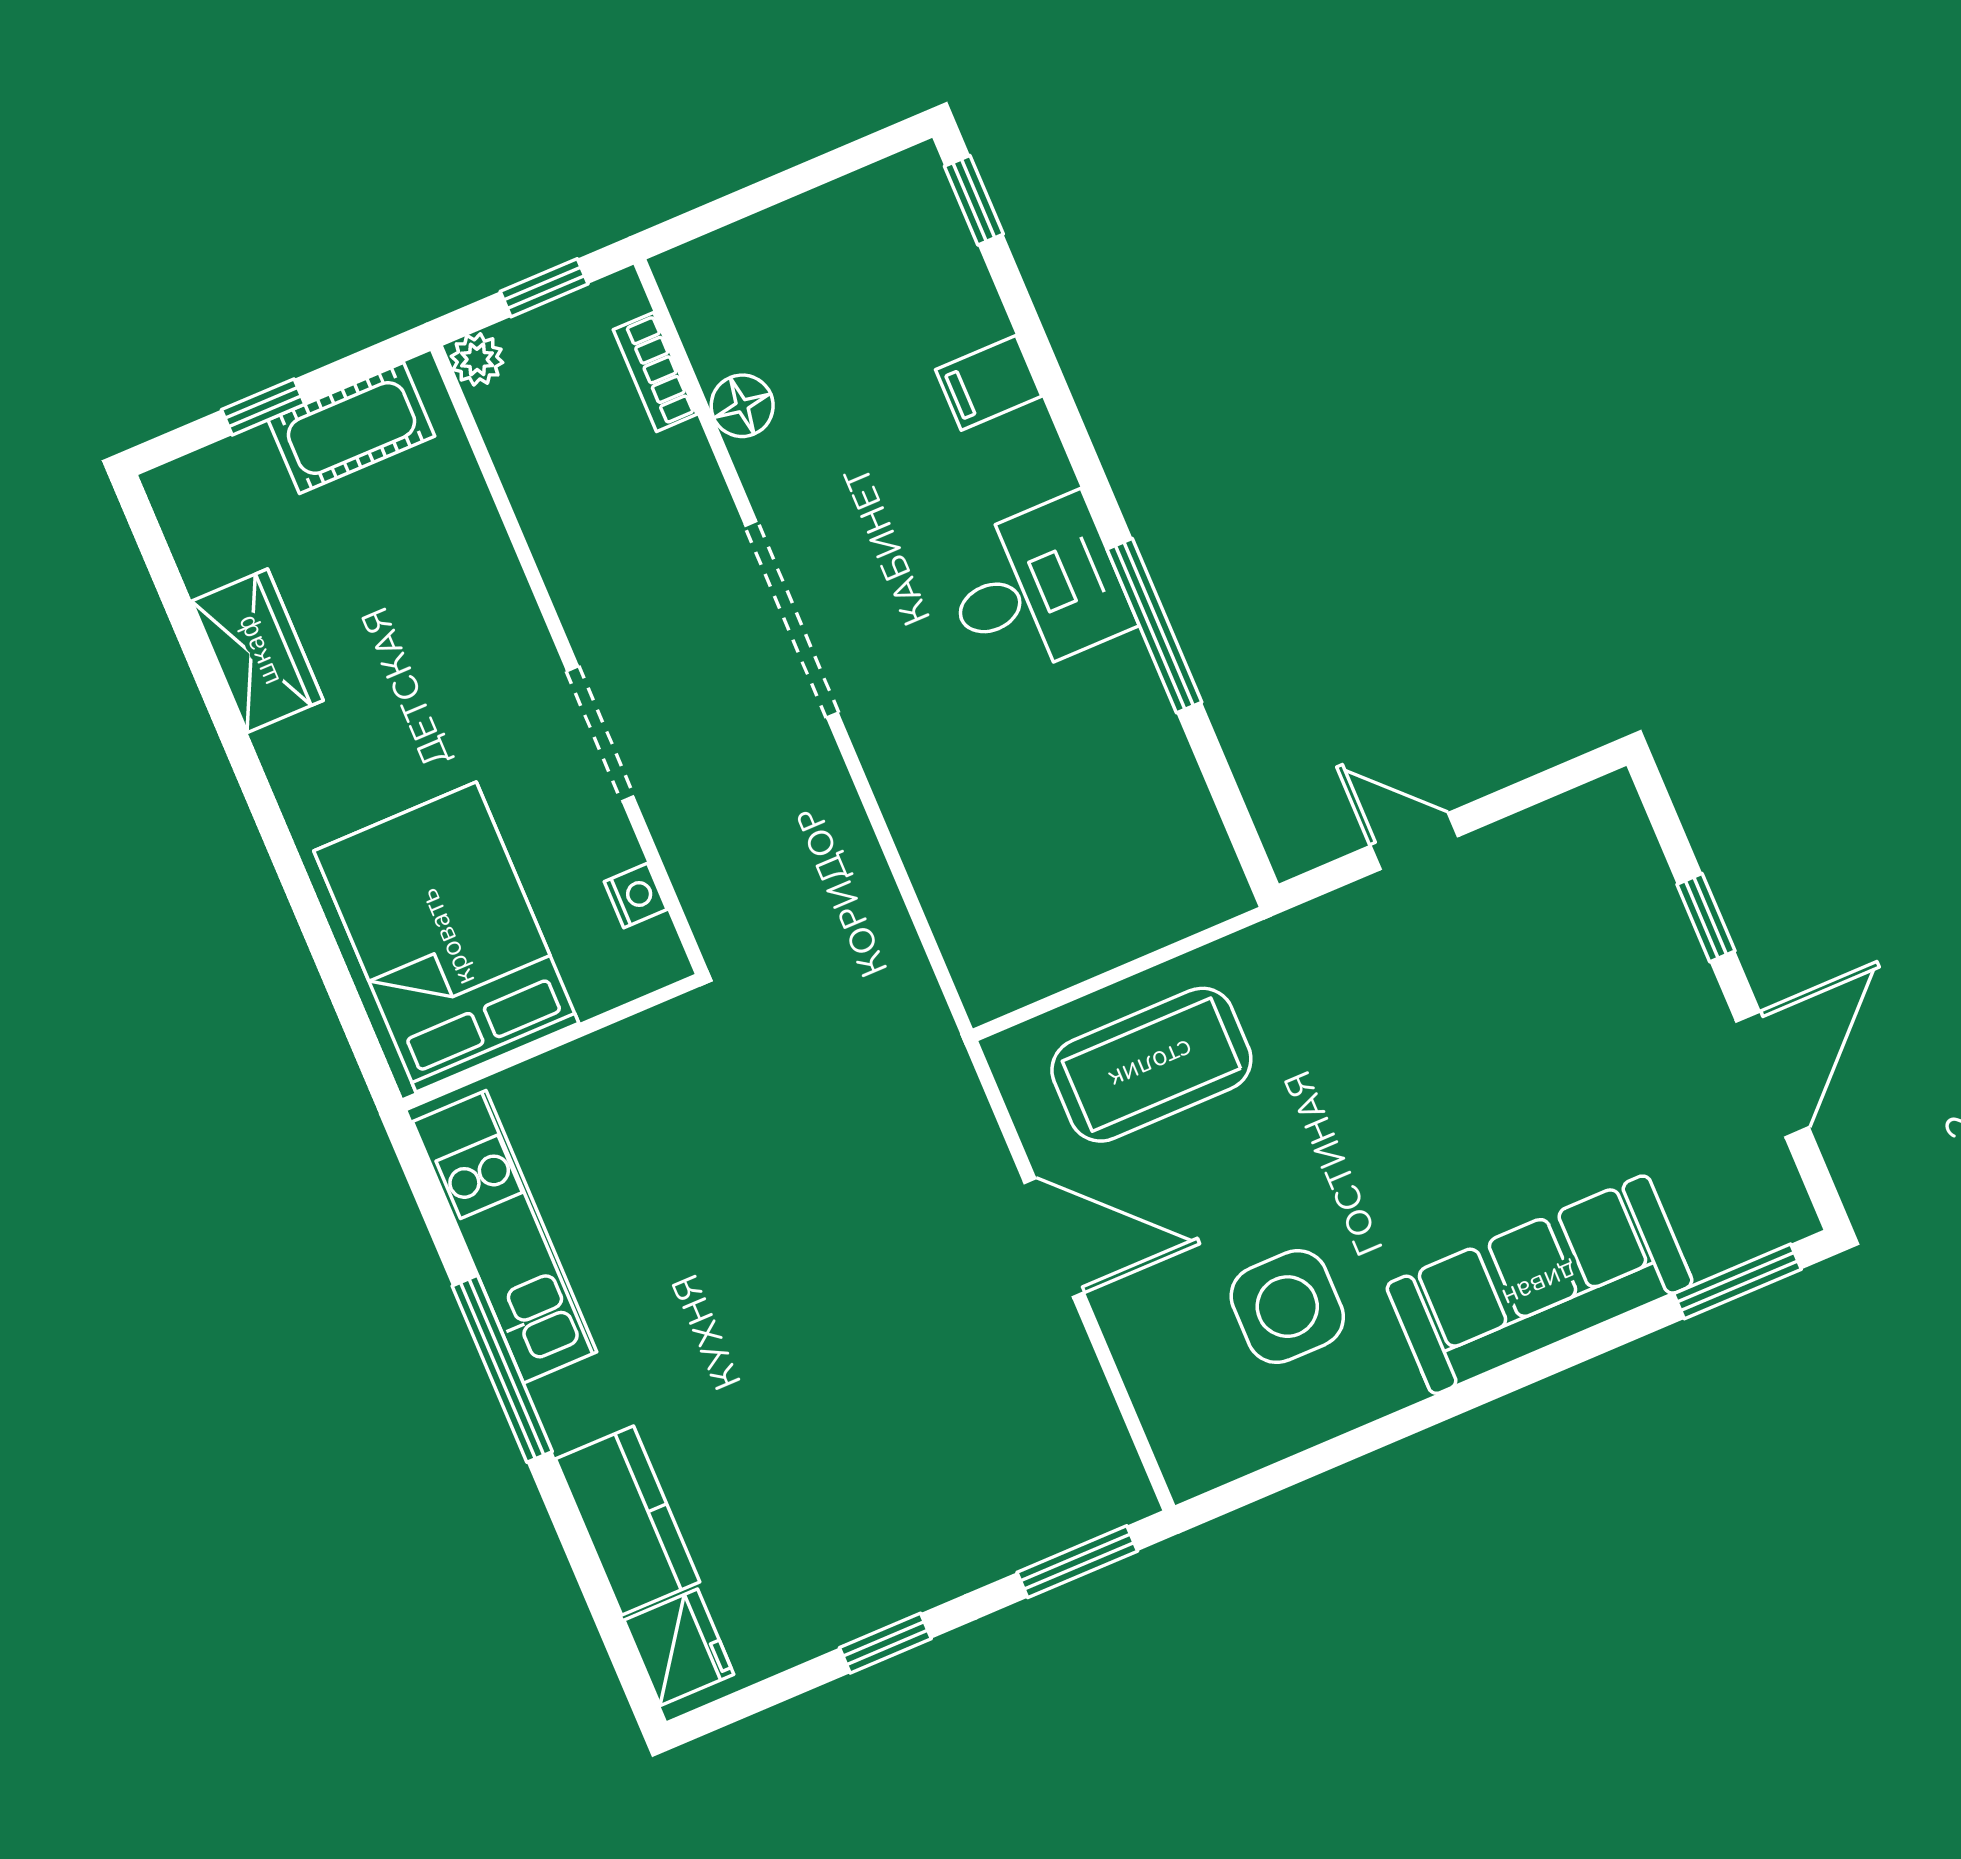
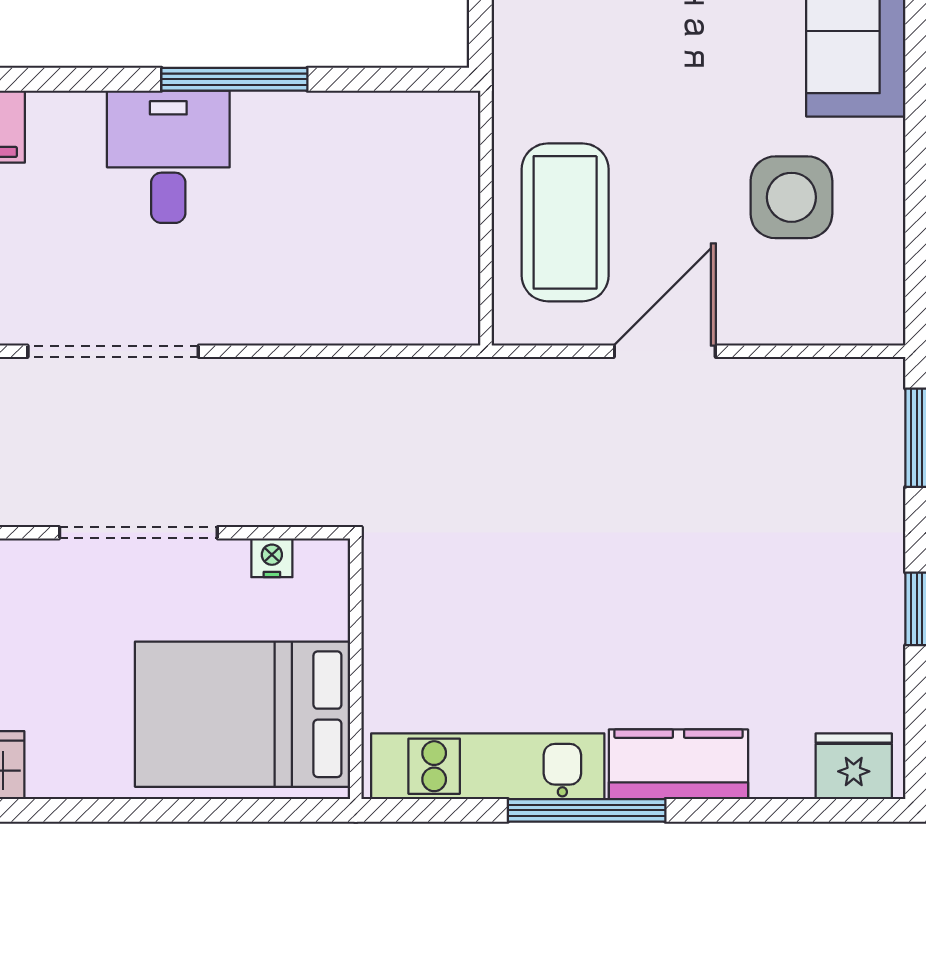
doorway: (600, 734) -> (138, 533), width x1.36
kitchen counter: (628, 1520) -> (678, 764), moved

